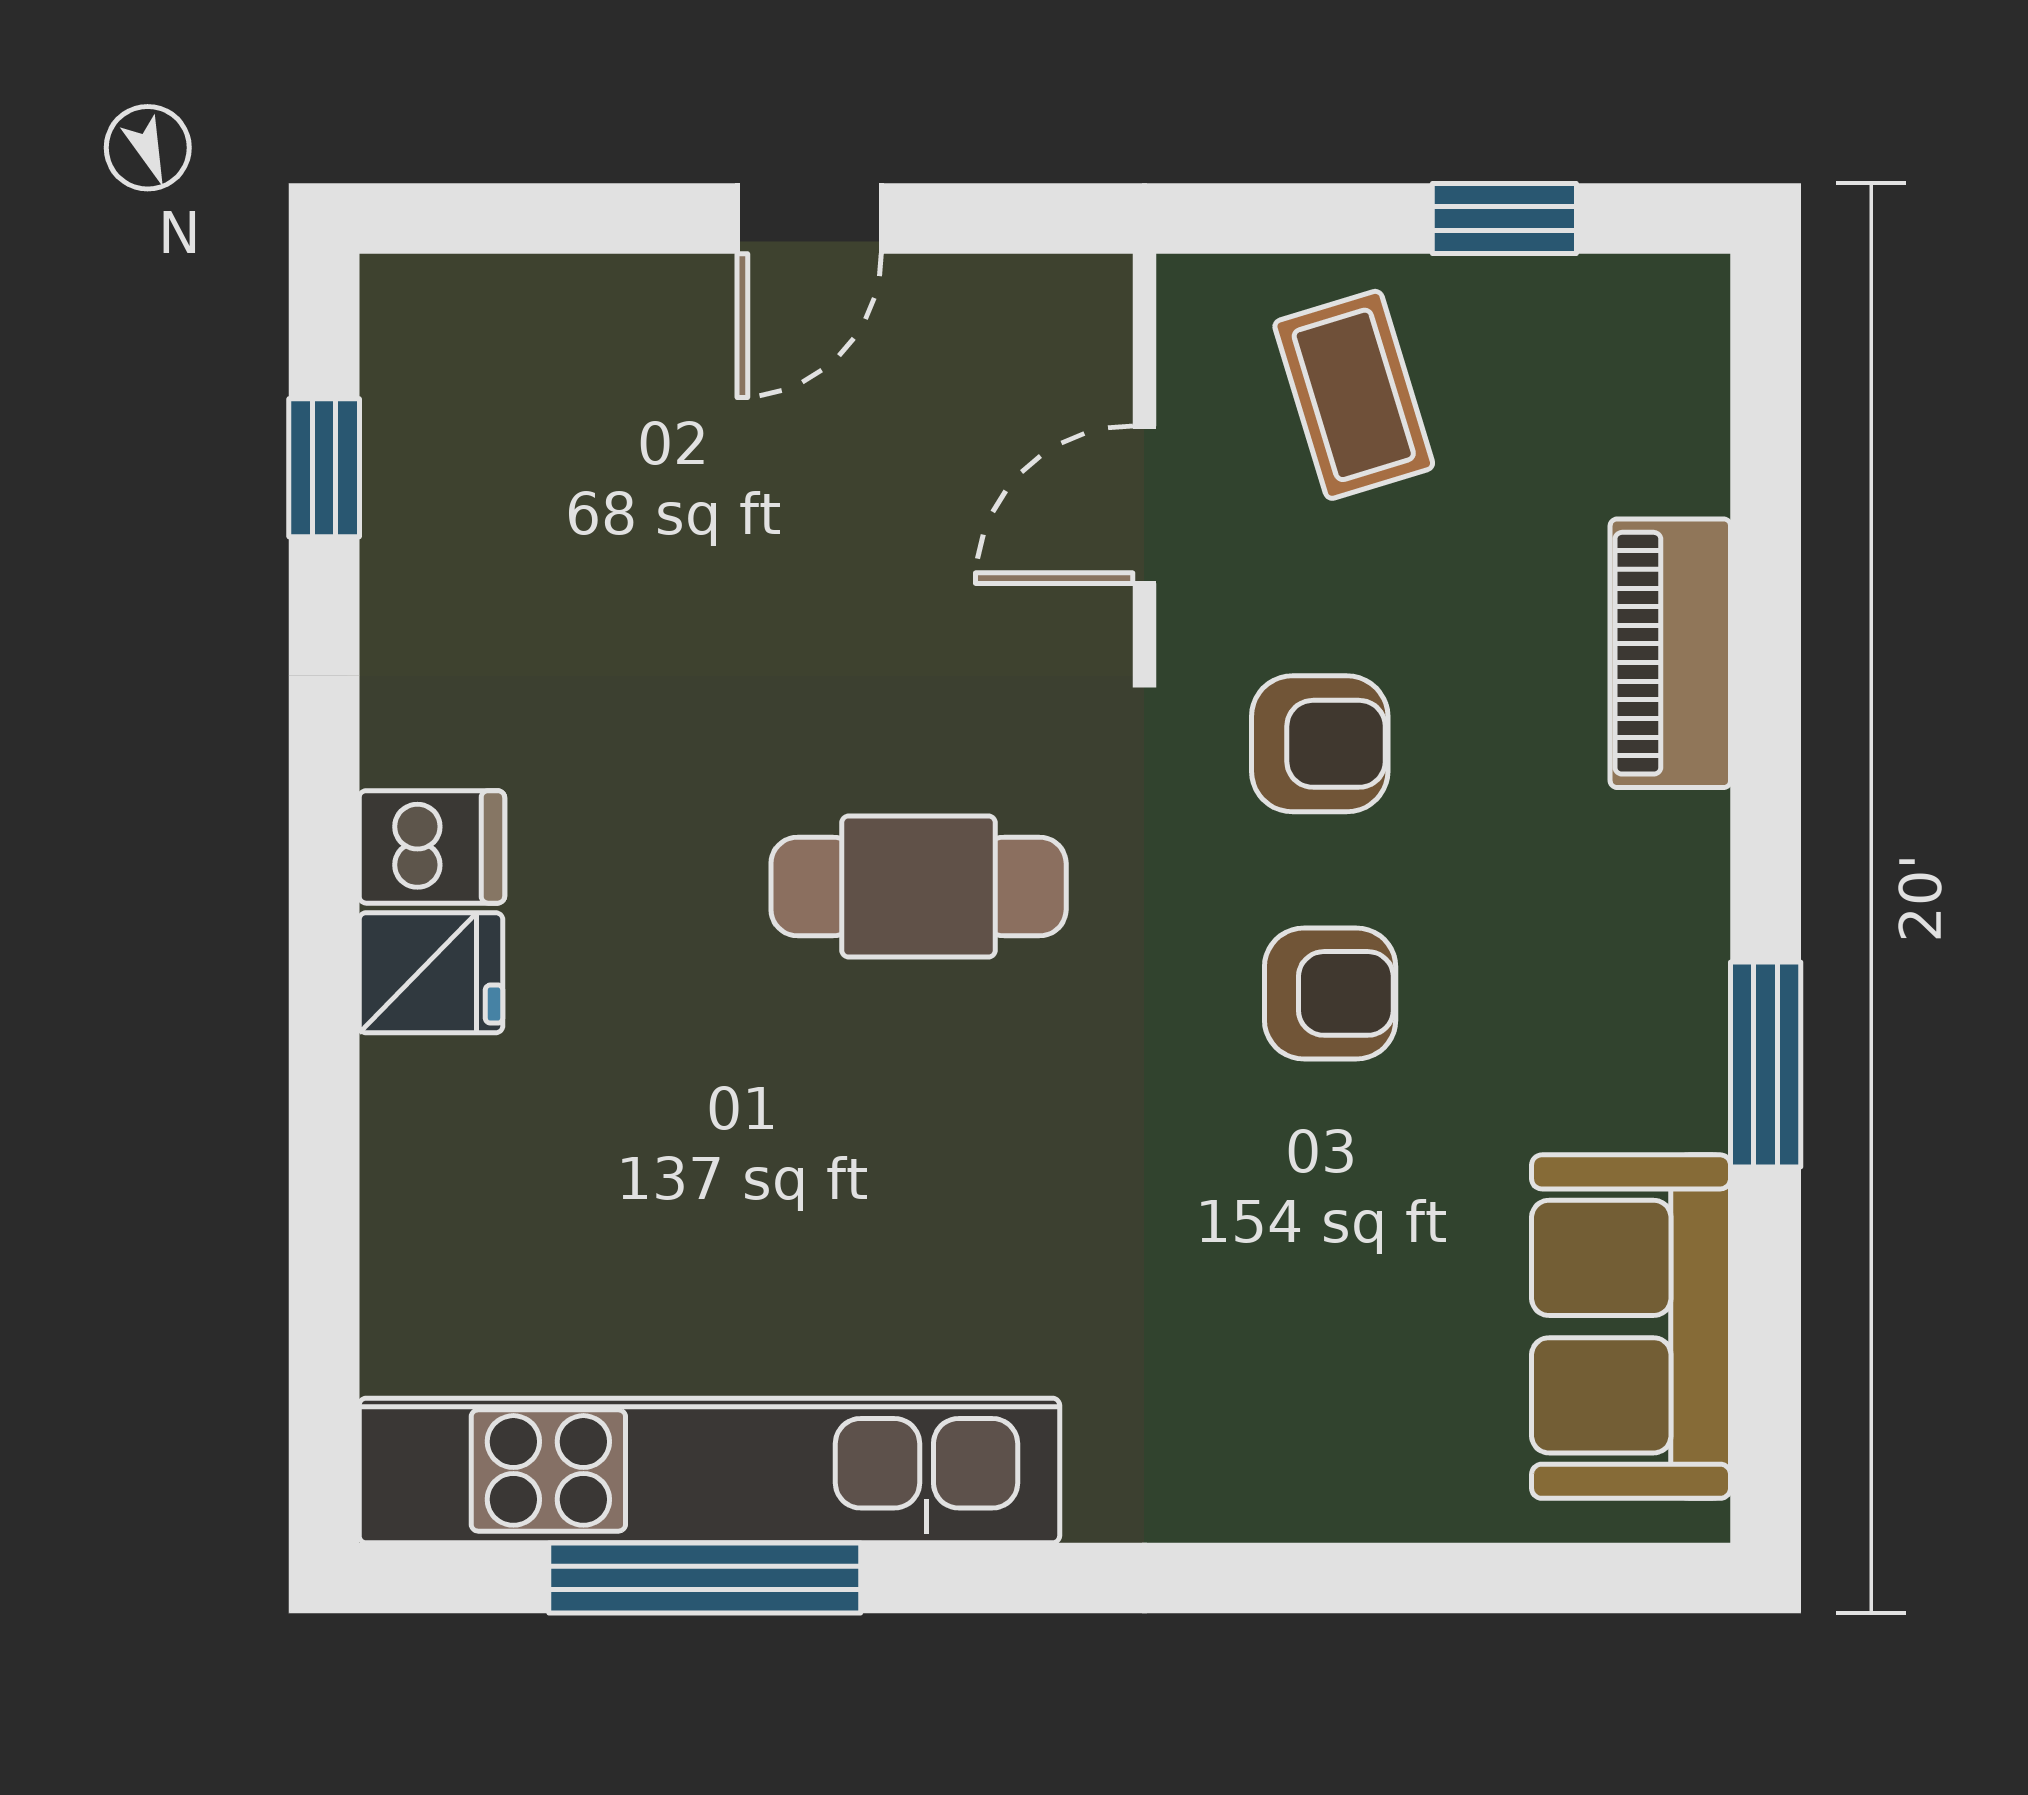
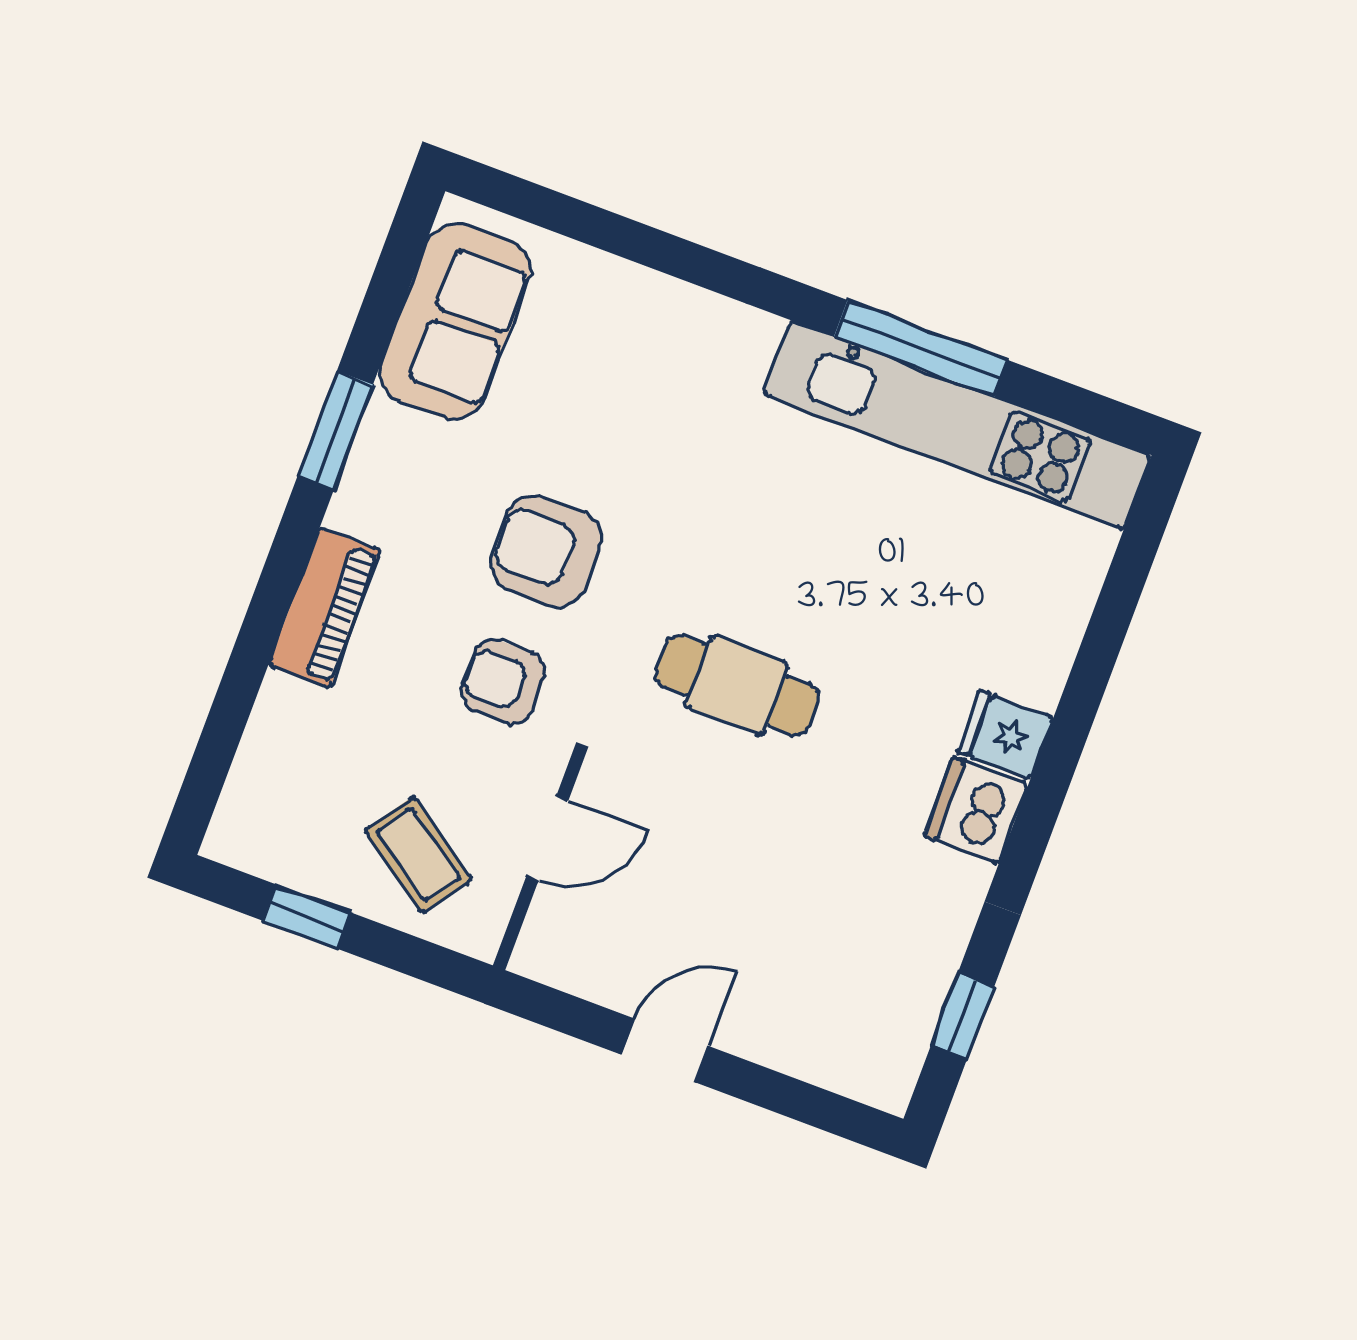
coffee table: (1354, 395) -> (418, 855), turned -38
piano: (1670, 653) -> (325, 608), moved
dishwasher: (432, 847) -> (976, 810), width x1.38
armchair: (1330, 993) -> (546, 551), width x1.38, depth x1.38
window: (705, 1578) -> (921, 348), moved

